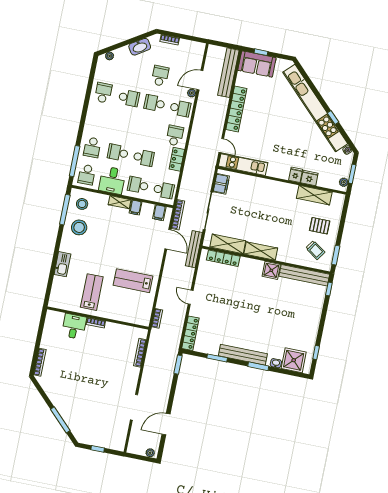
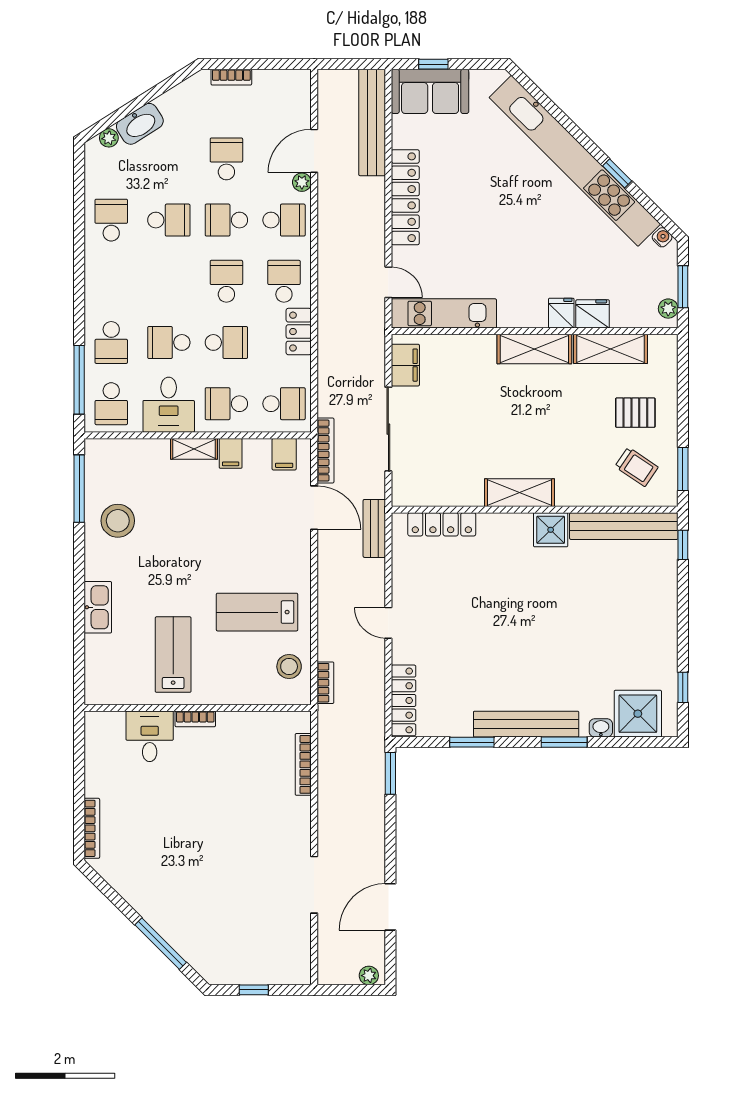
washbasin: (140, 47) -> (140, 124), moved
school desk: (149, 130) -> (226, 281), added
stool: (82, 204) -> (289, 667), moved
shelving: (228, 244) -> (534, 349), moved
bench: (194, 249) -> (374, 528), width x0.73

